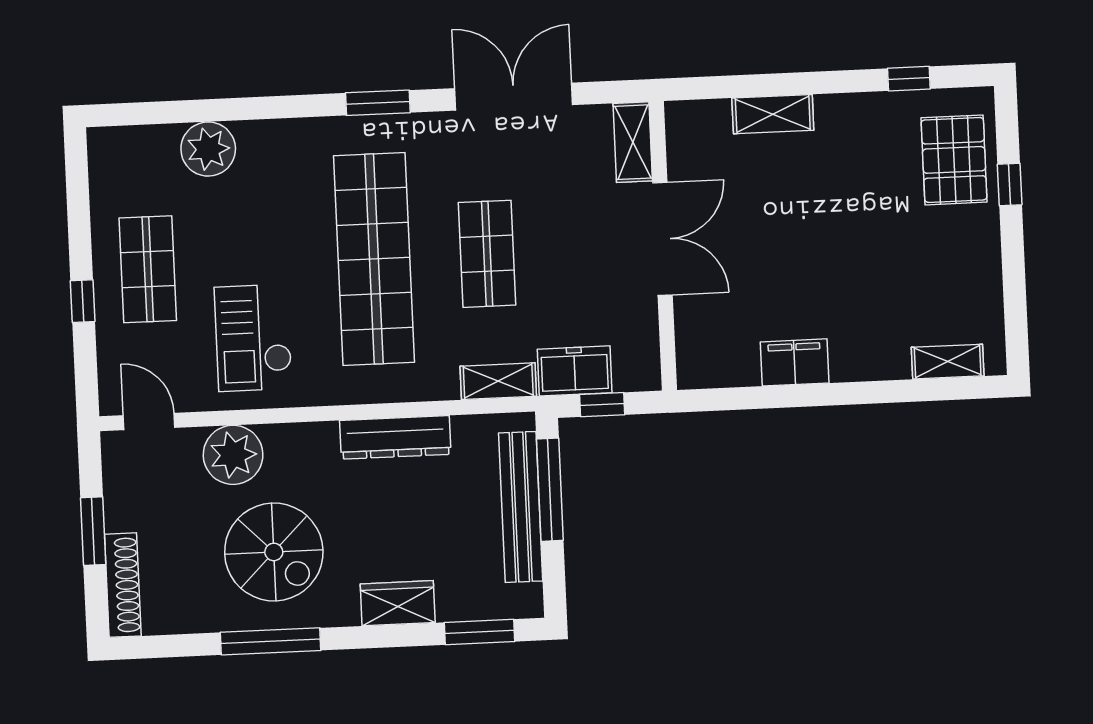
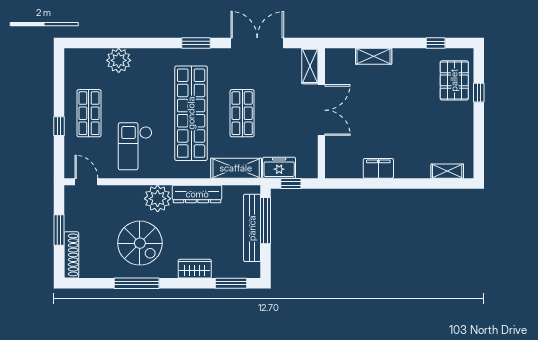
shelving: (498, 381) -> (236, 168), width x1.50, depth x1.33
plant: (233, 455) -> (158, 199), moved

